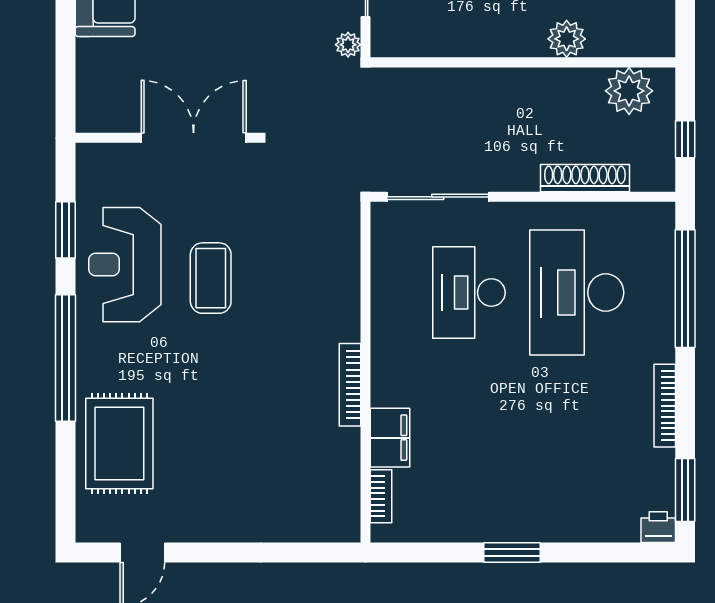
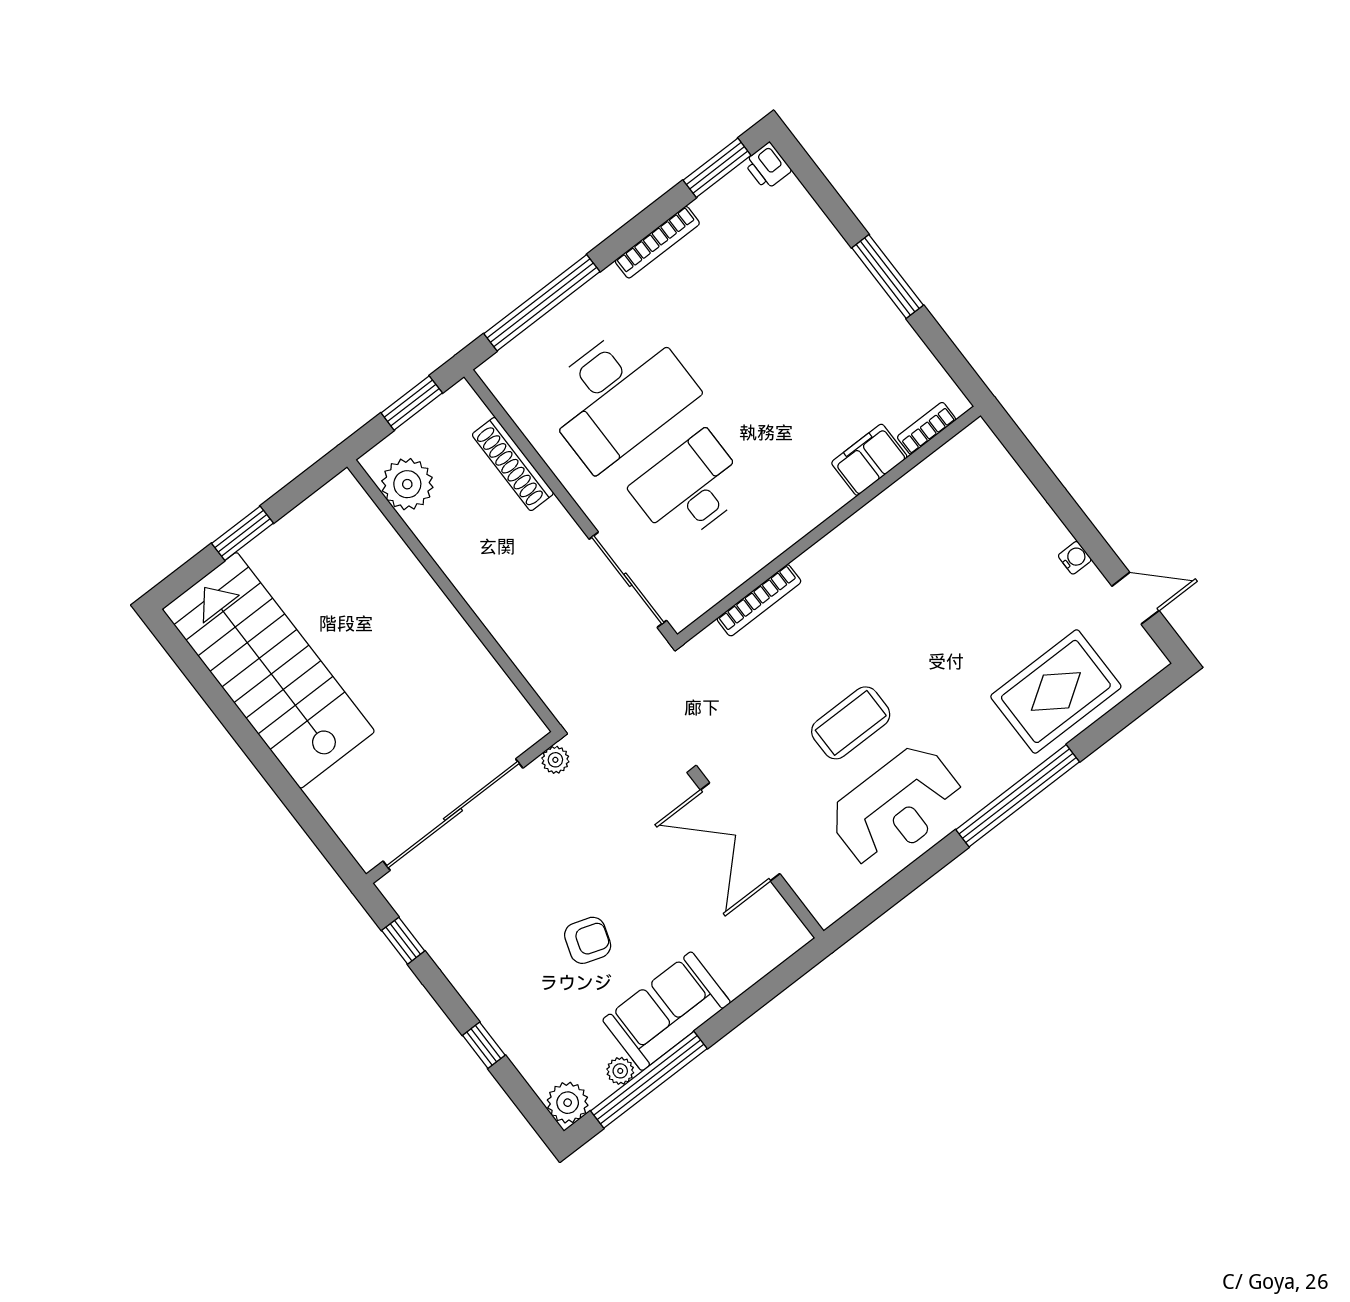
plant: (567, 39) -> (404, 573), removed
window: (685, 139) -> (412, 403), width x1.50
window: (65, 230) -> (906, 882), removed
desk: (469, 293) -> (690, 488), turned 180
bookcase: (350, 385) -> (759, 600), moved
water cooler: (205, 531) -> (1075, 558), added
window: (512, 553) -> (888, 276), width x1.44

